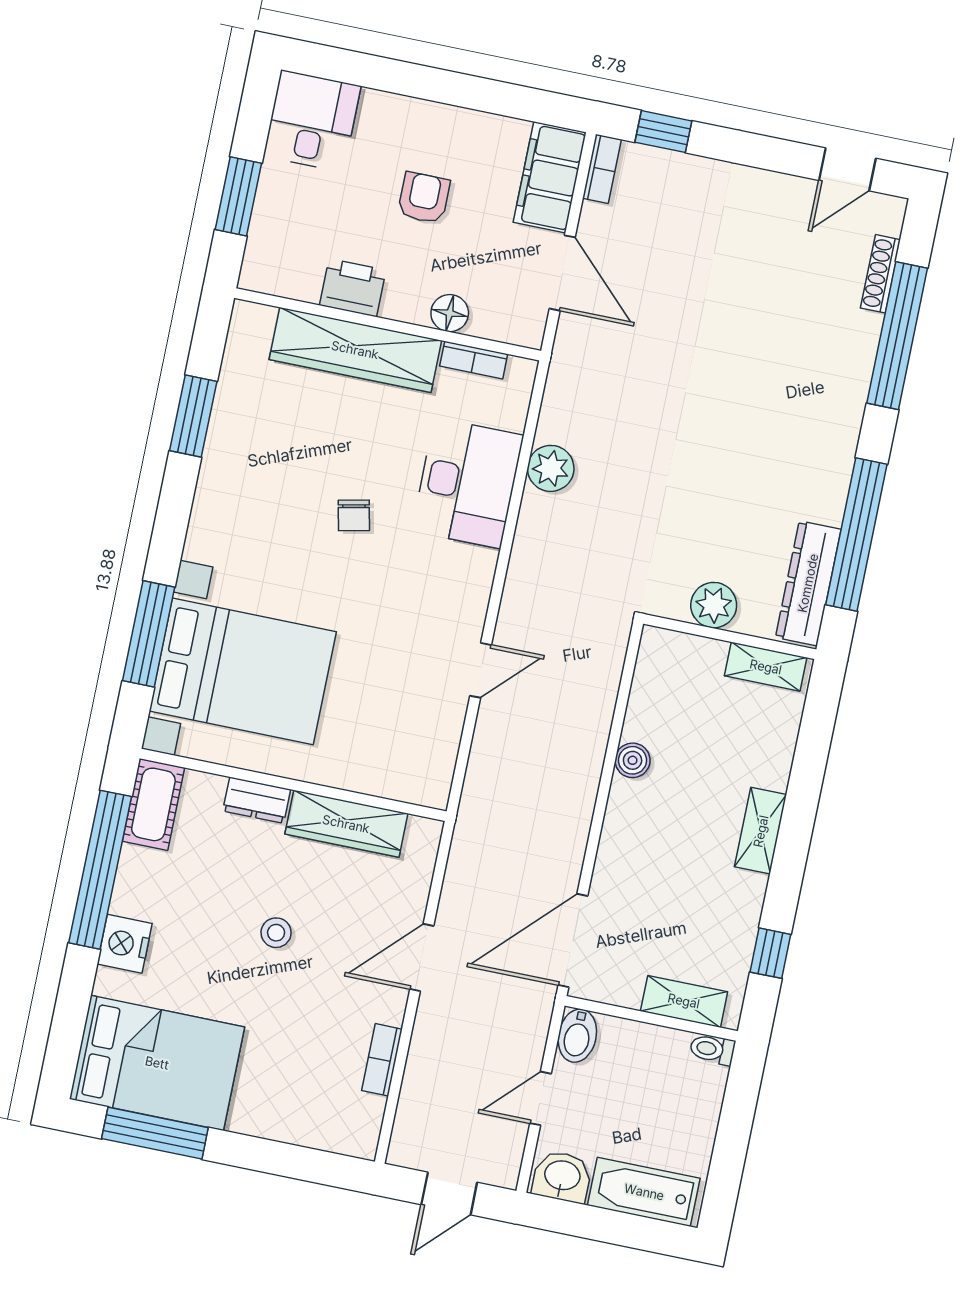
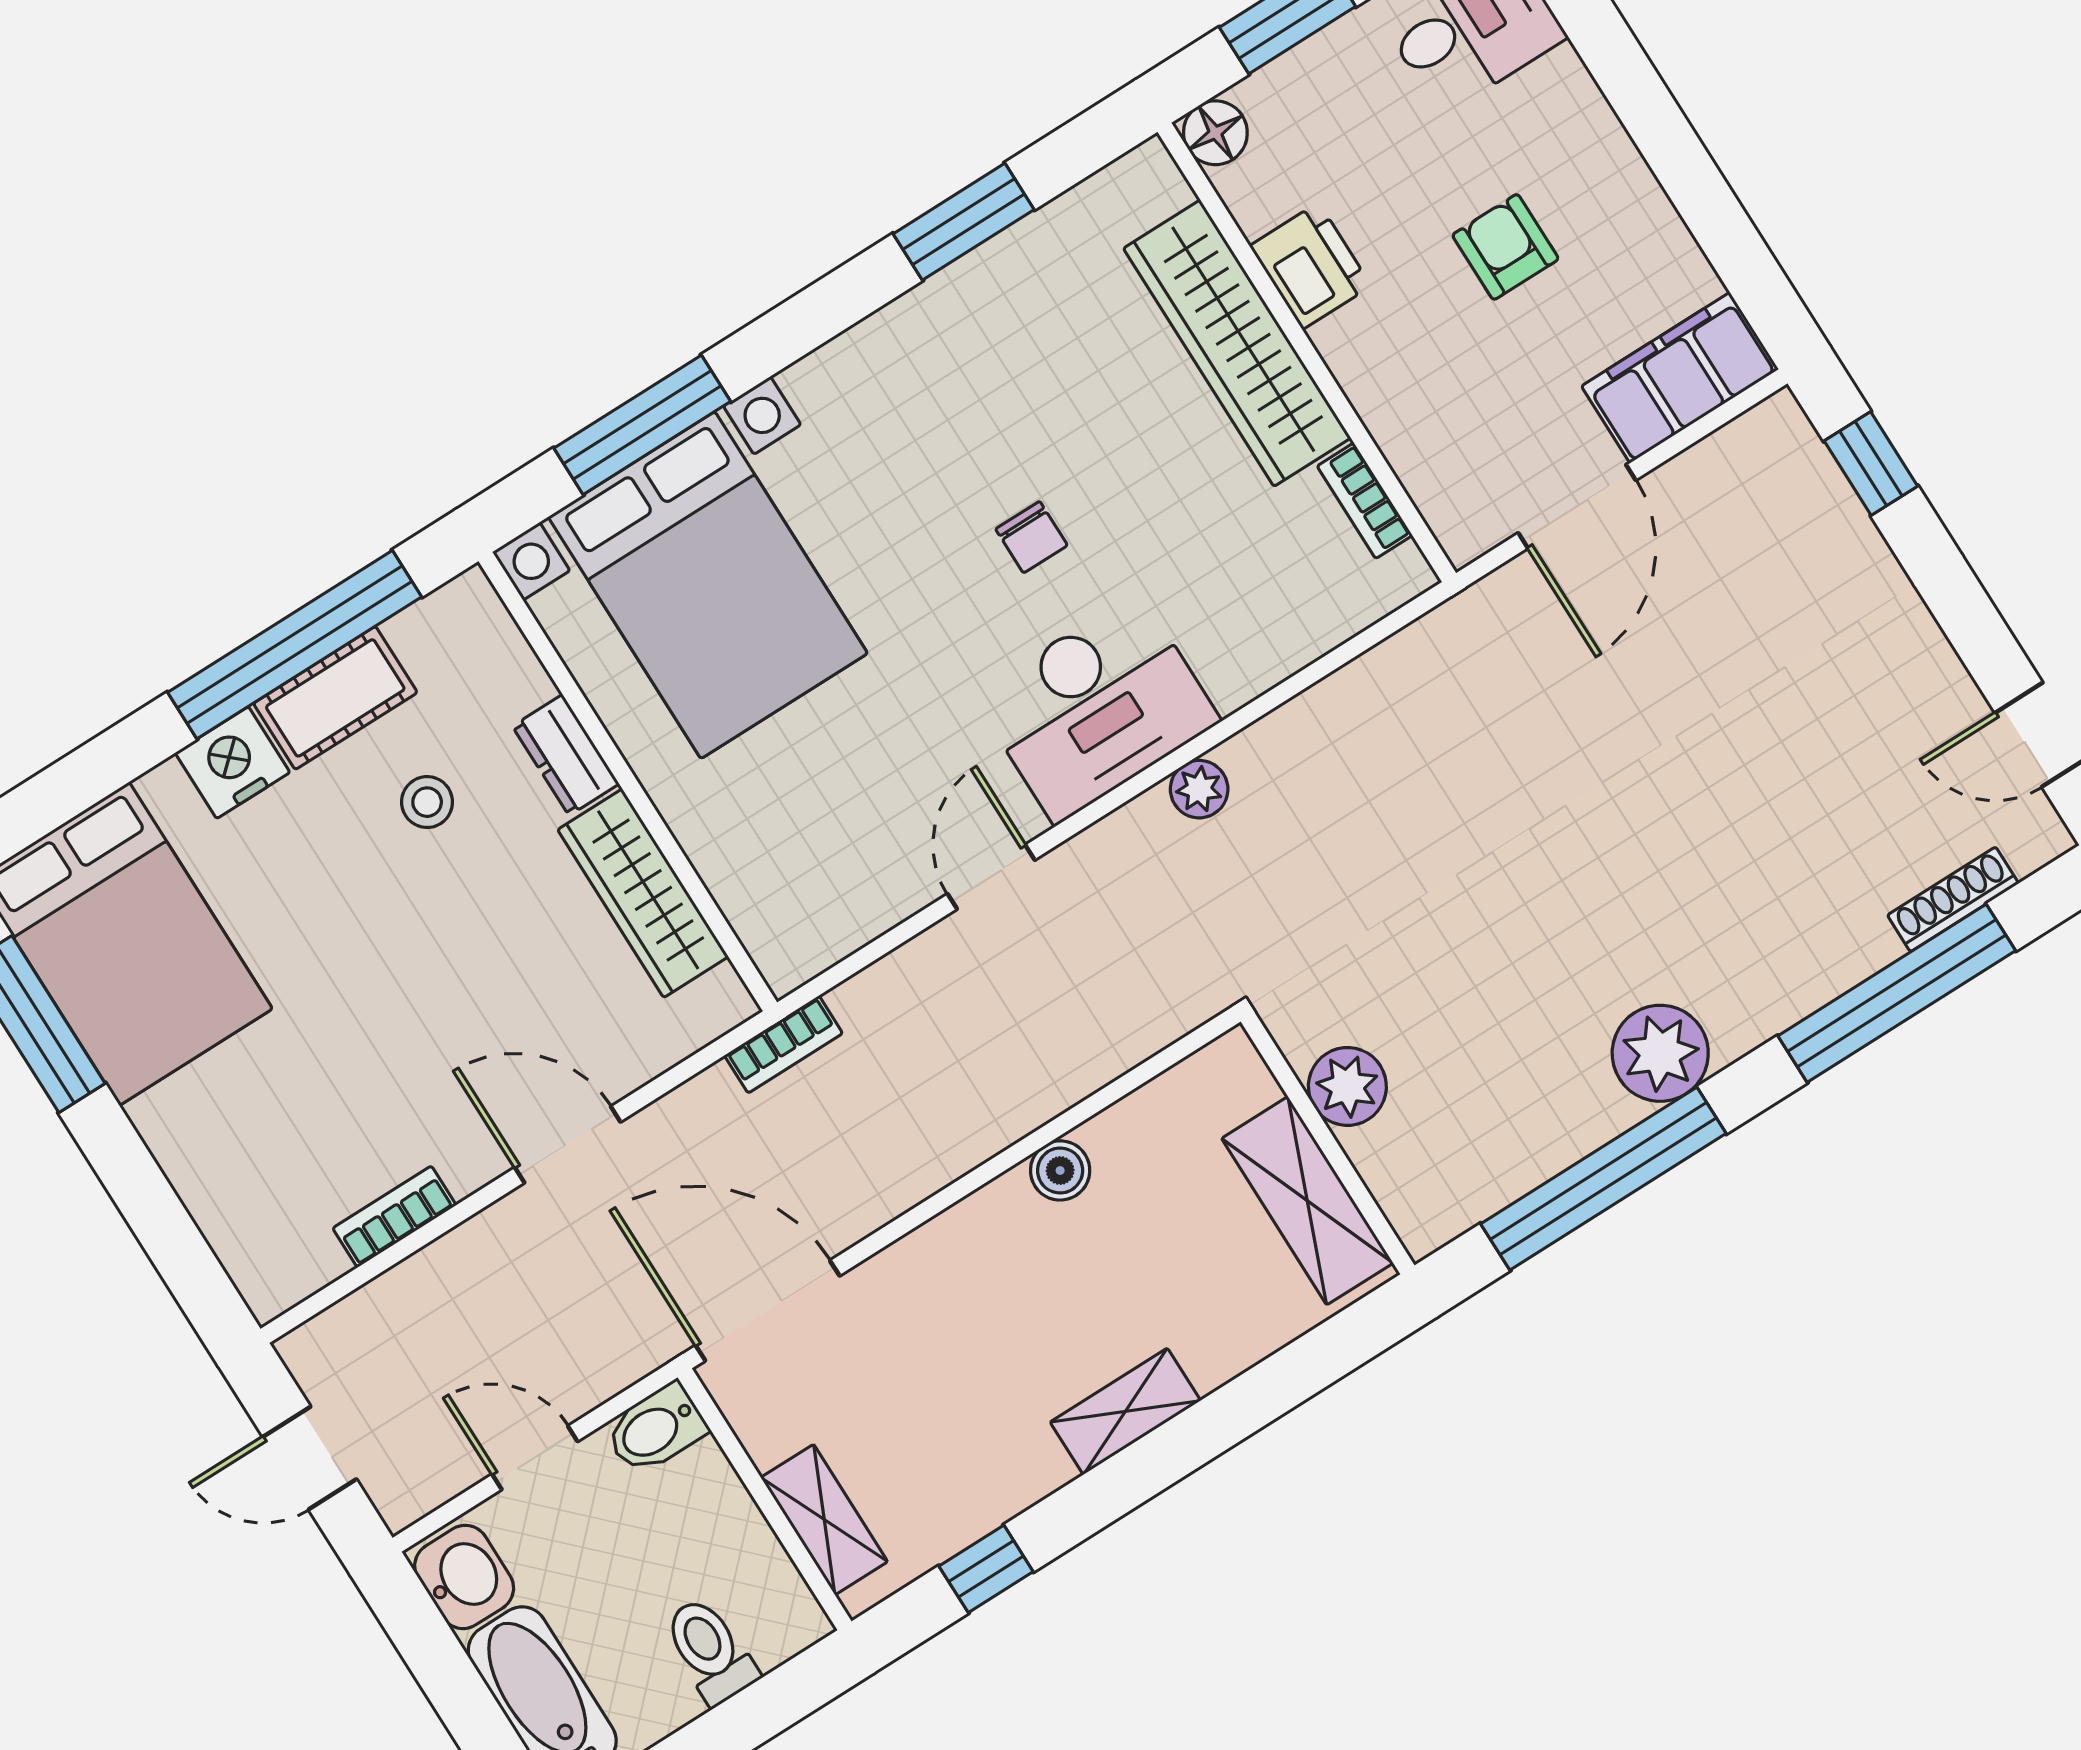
bookcase: (602, 169) -> (783, 1044), moved
armchair: (424, 198) -> (1505, 247), turned -90
floor lamp: (450, 313) -> (1215, 133), moved
plant: (827, 460) -> (1660, 1053), added
plant: (551, 468) -> (1199, 789), moved, width x0.73, depth x0.73
desk: (468, 483) -> (1097, 708), moved
chair: (354, 515) -> (1032, 537), turned -78
dresser: (808, 583) -> (1486, 1177), removed
shelving: (766, 667) -> (1307, 1201), width x1.50, depth x1.33
door: (481, 670) -> (991, 877), swing flipped
cot: (153, 804) -> (335, 698), moved
stool: (276, 933) -> (427, 802), moved
toilet: (712, 1049) -> (710, 1651), moved, width x1.37, depth x1.39

